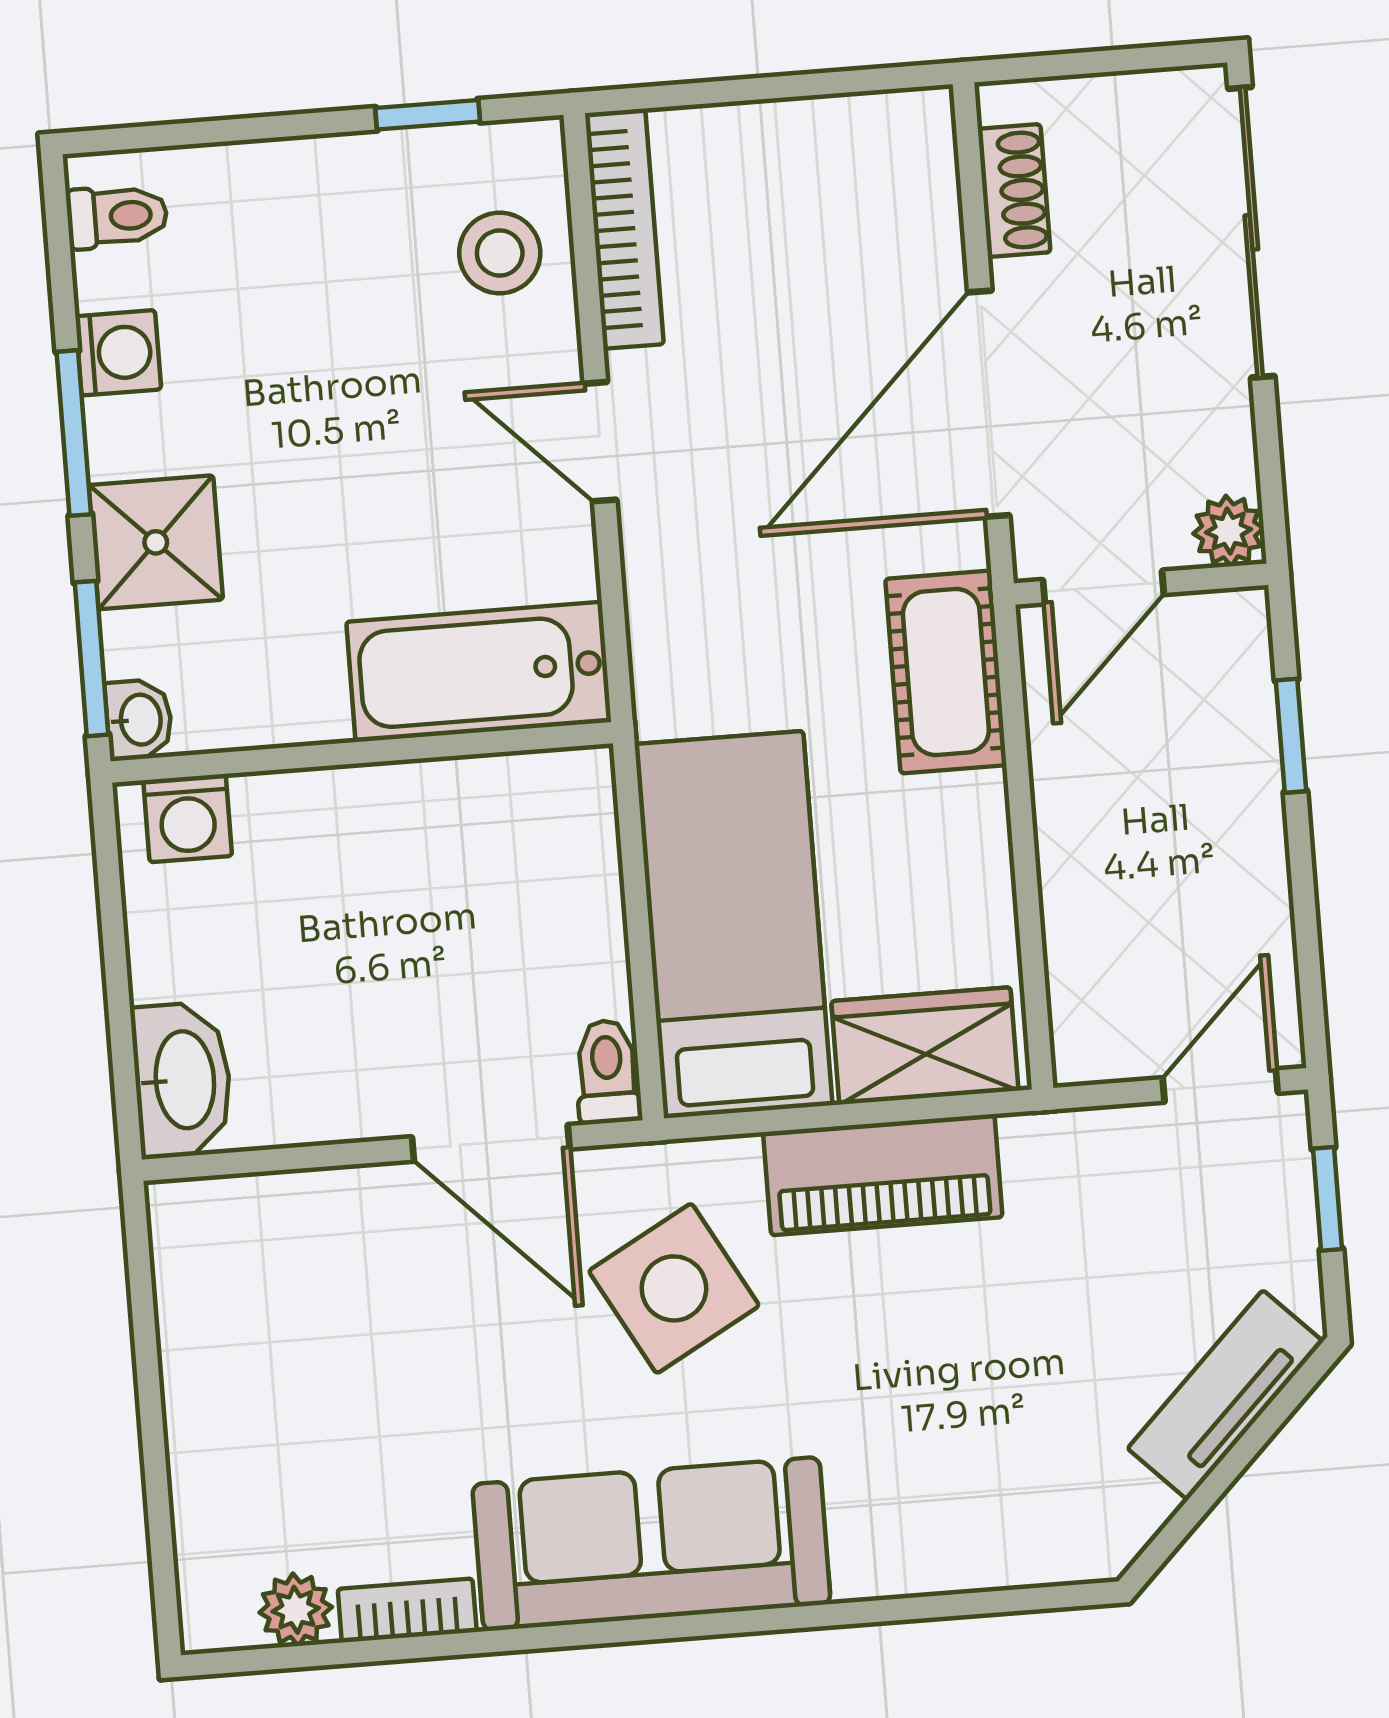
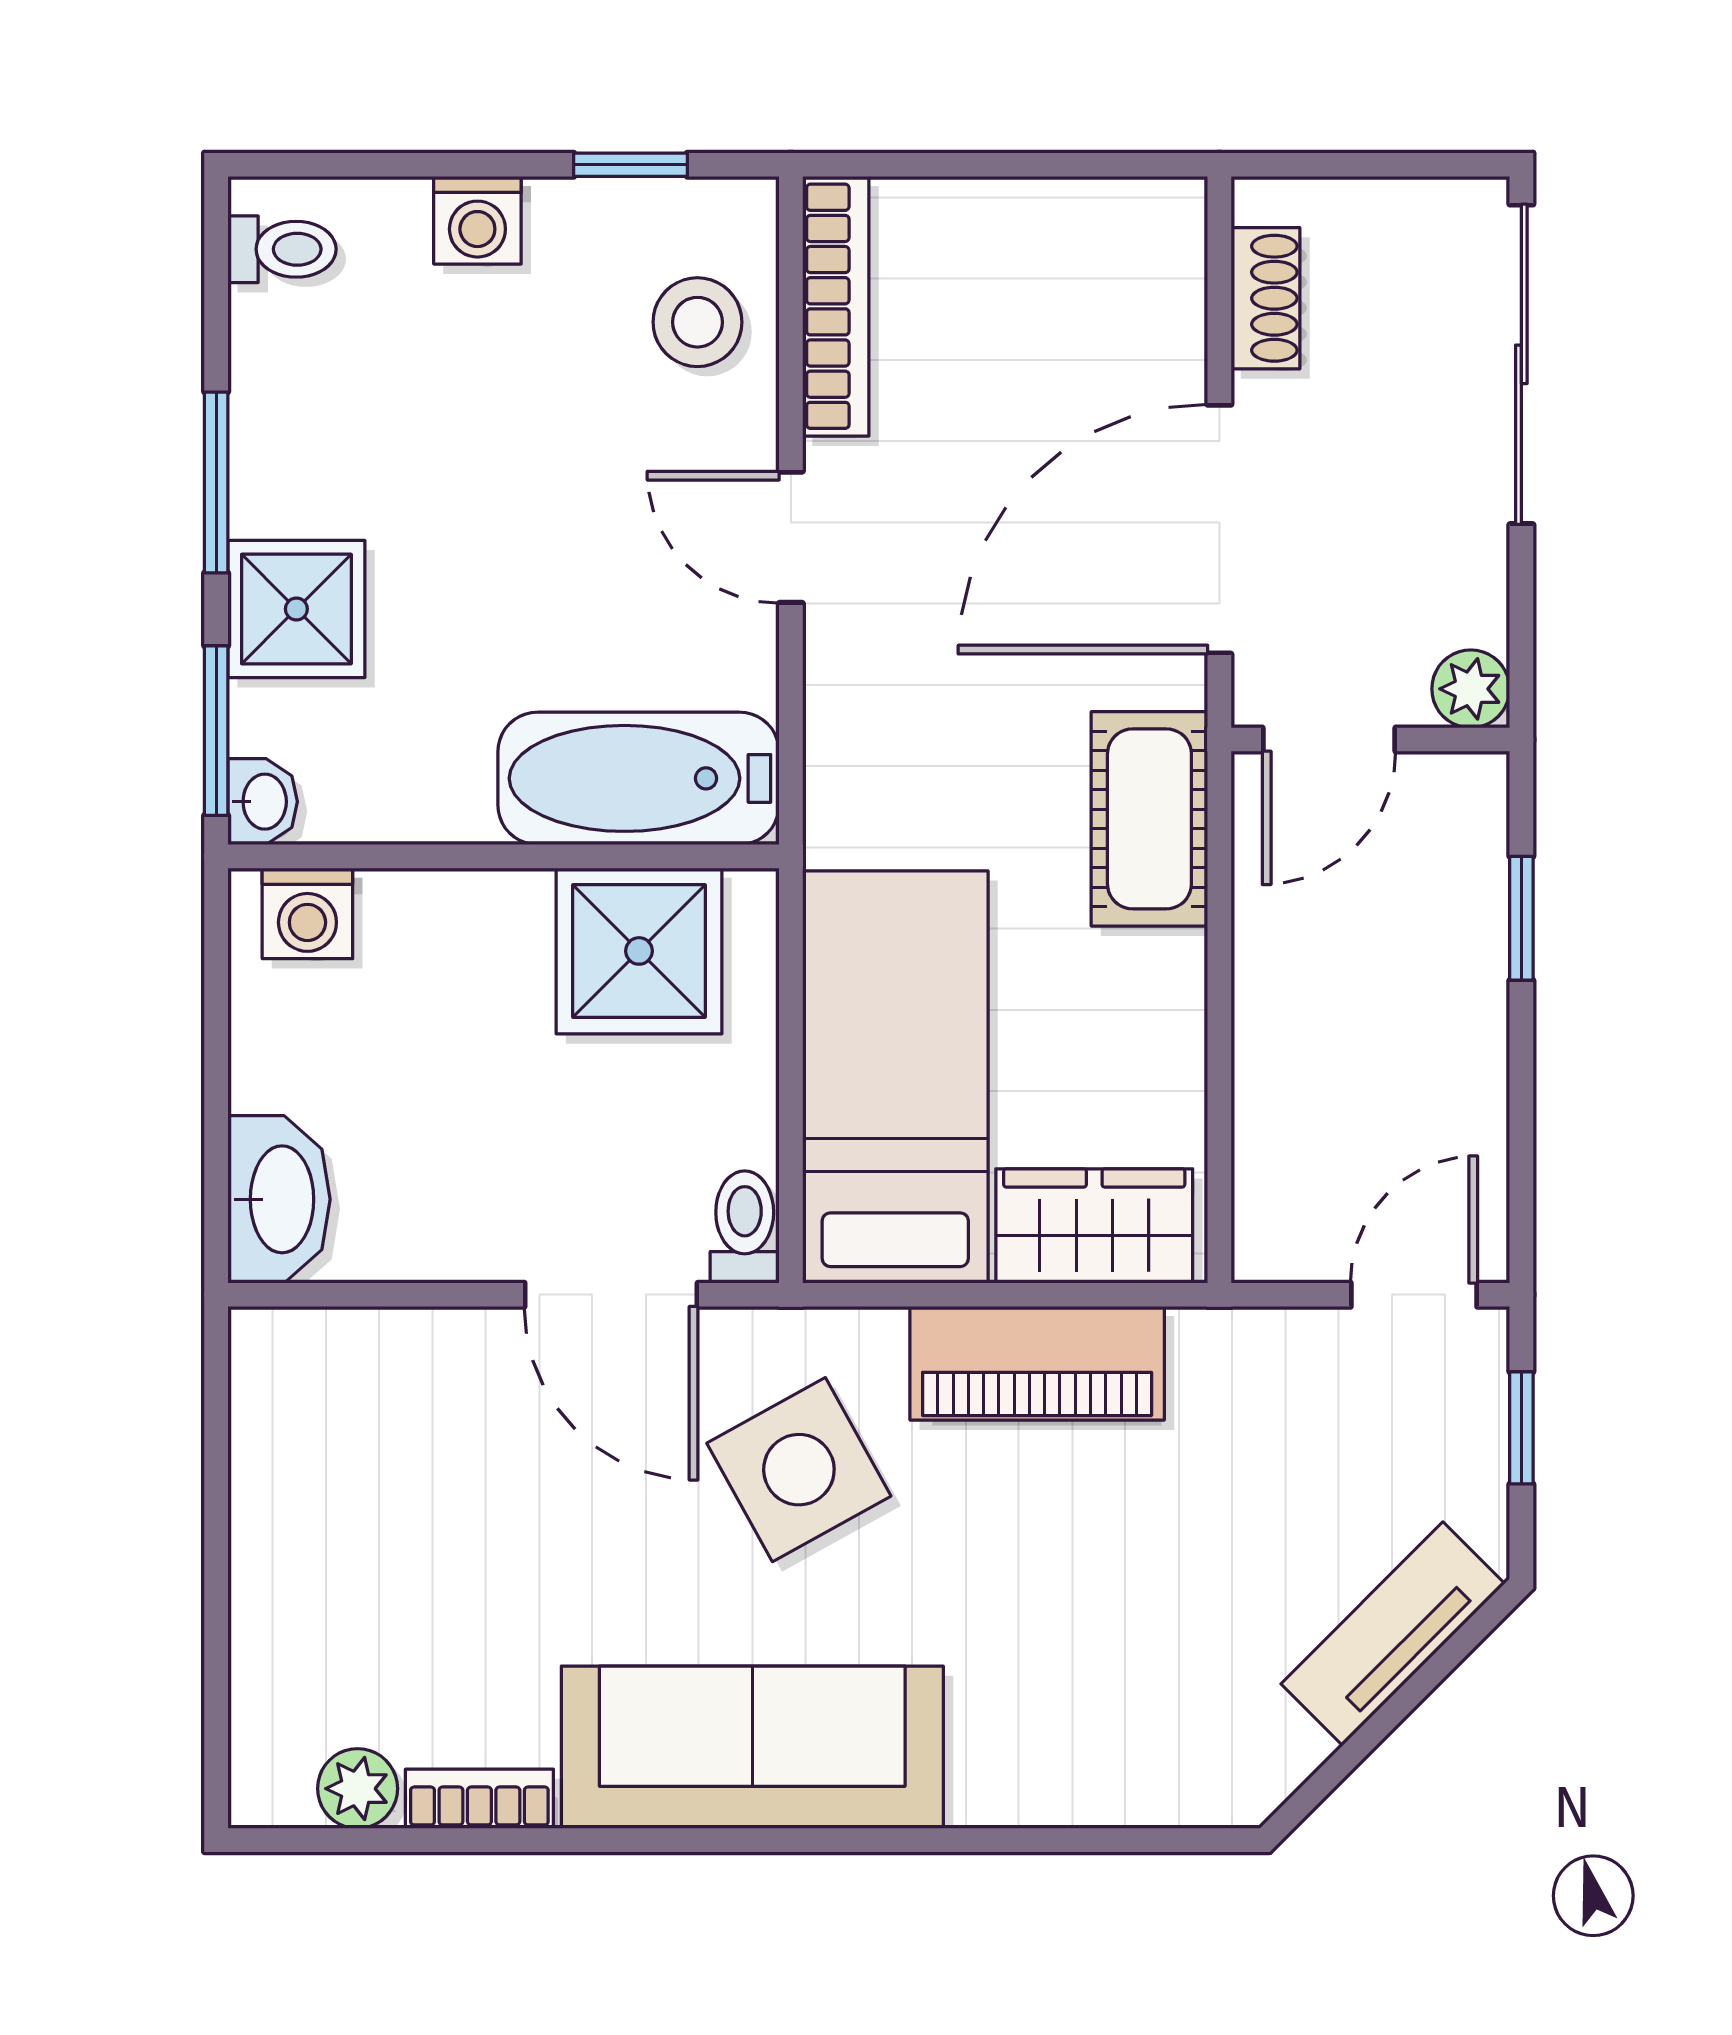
washing machine: (118, 353) -> (477, 220), moved, turned 90
shower: (492, 829) -> (639, 951), added

